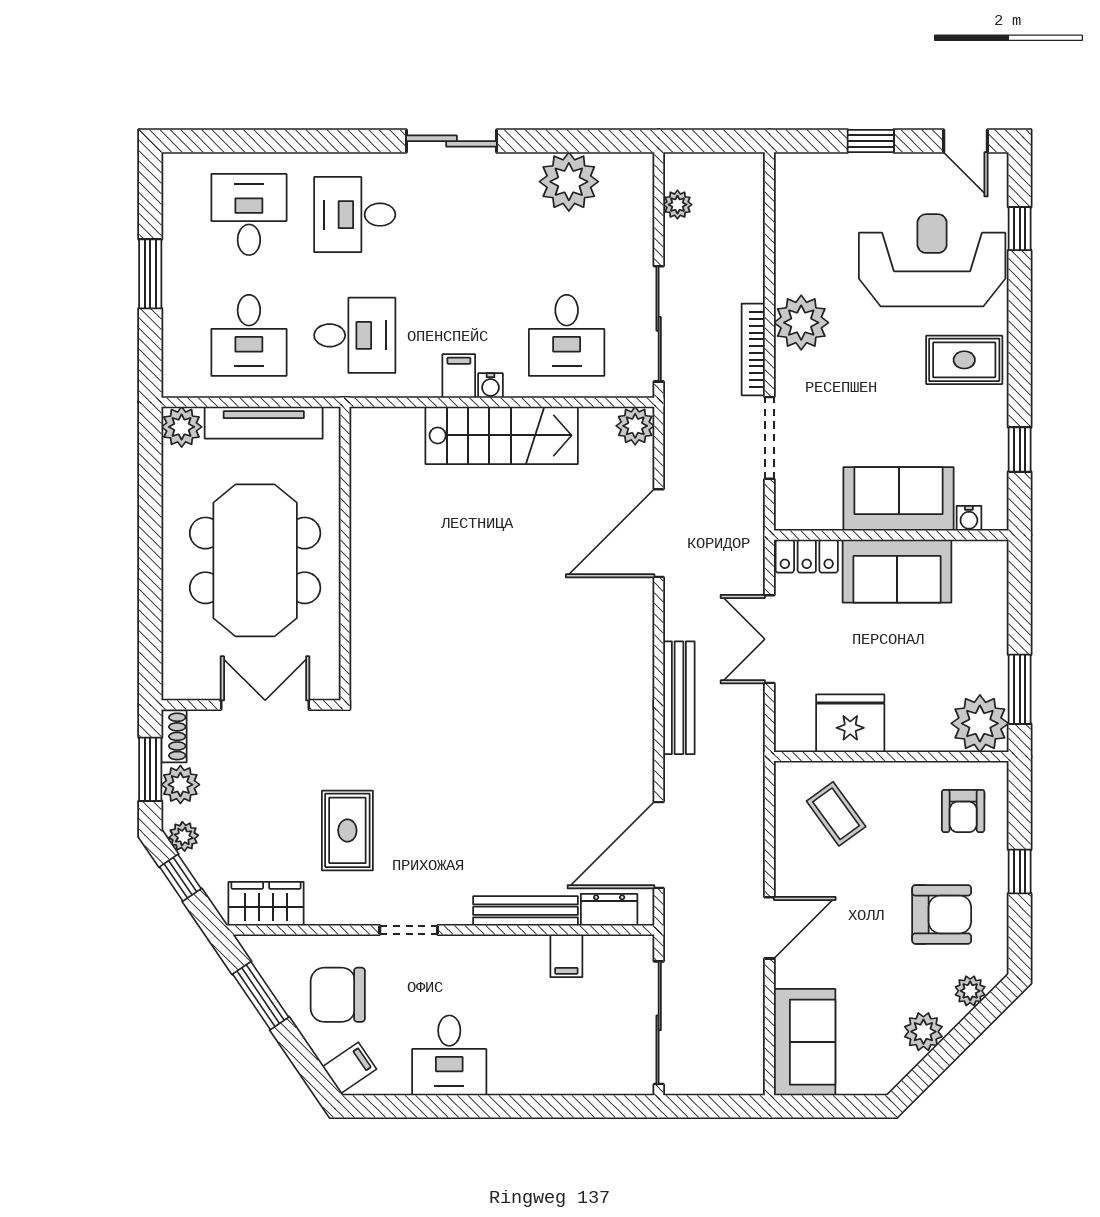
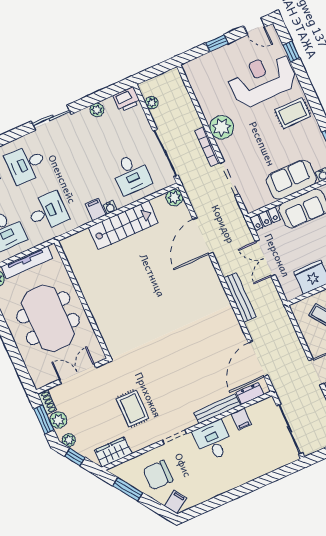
printer: (628, 174) -> (127, 99), added
plant: (569, 182) -> (97, 110), width x0.53, depth x0.53
desk: (449, 1055) -> (213, 441), moved, turned 180

